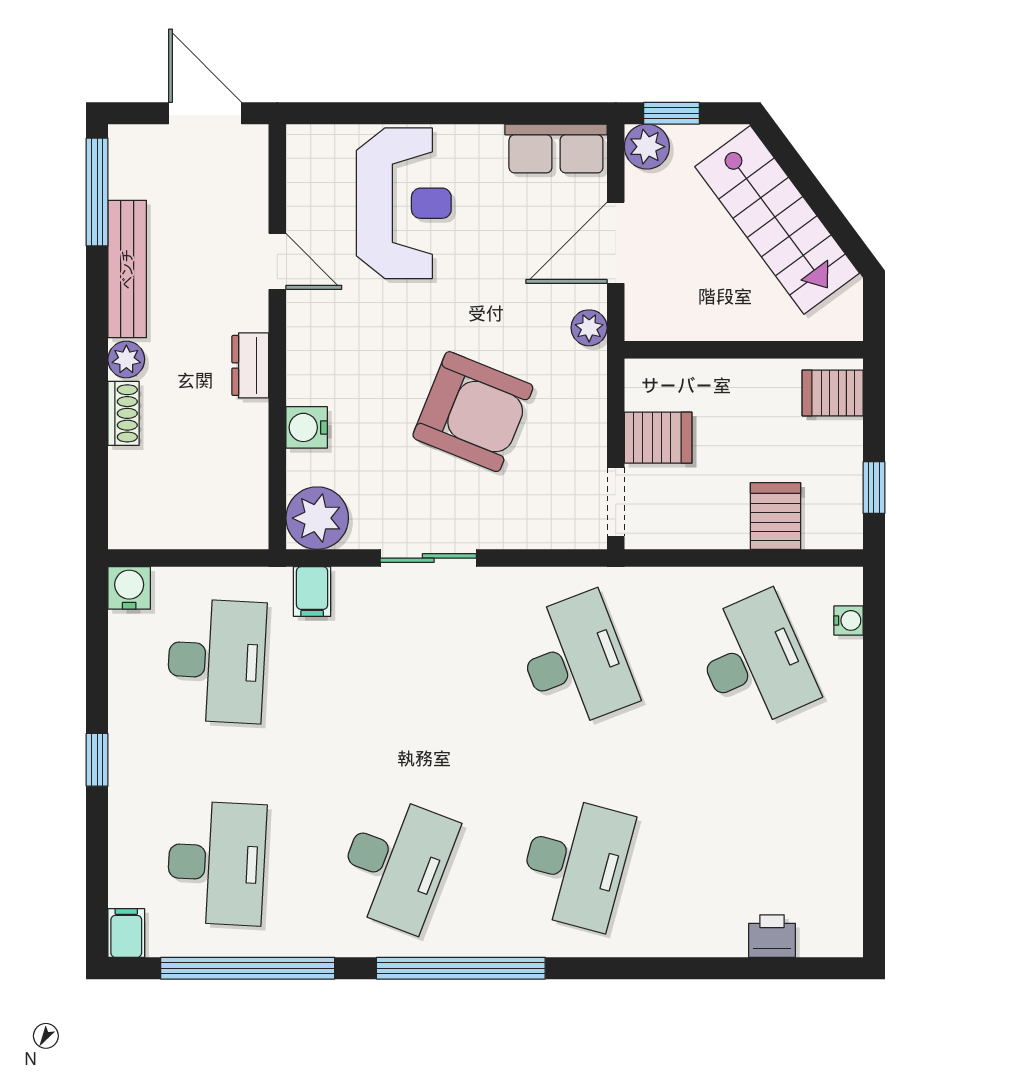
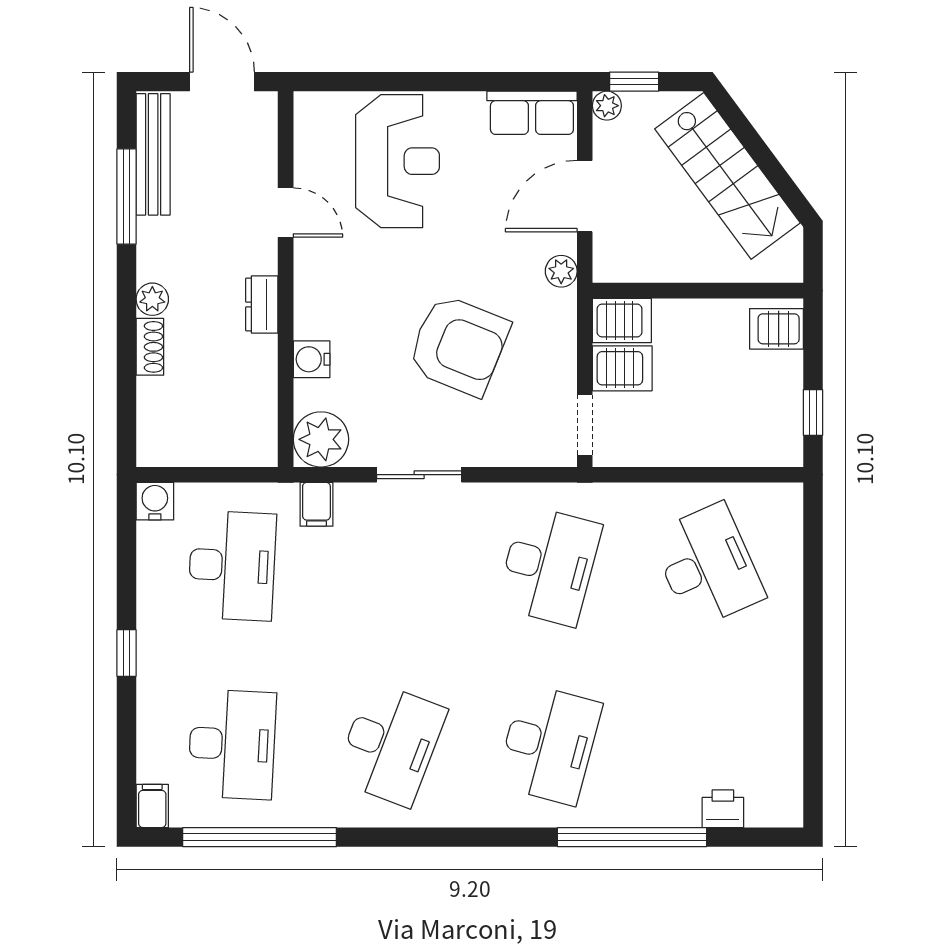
plant: (647, 147) -> (607, 106), width x0.73, depth x0.73
window: (97, 192) -> (127, 197), moved
bench: (127, 269) -> (153, 154), moved
server rack: (776, 516) -> (622, 321), moved, turned 90
water cooler: (849, 620) -> (790, 530), removed
desk: (575, 661) -> (549, 566), turned 36
window: (461, 968) -> (632, 837), moved

